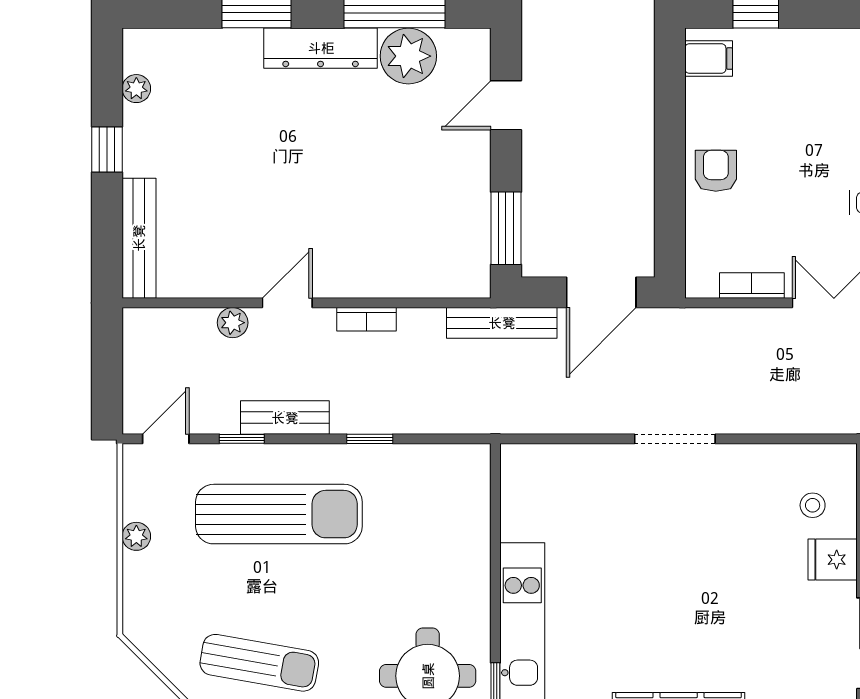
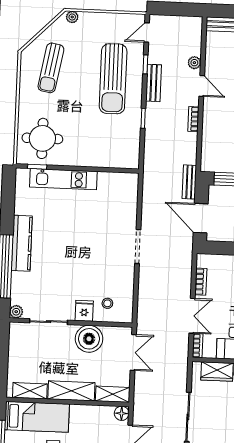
bench: (502, 323) -> (189, 182), width x0.73
door: (166, 439) -> (147, 33), swing flipped
plant: (136, 536) -> (72, 17), moved

